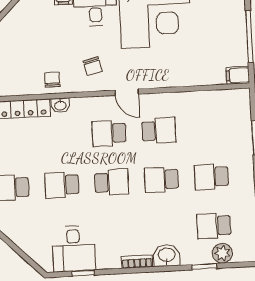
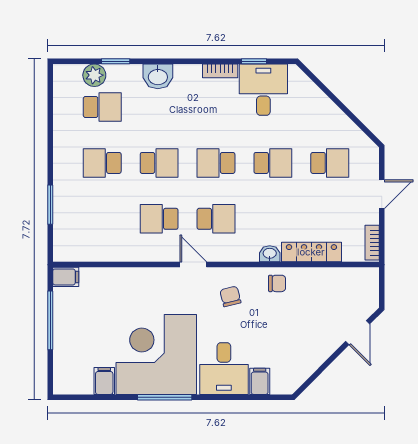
chair: (52, 80) -> (277, 283), turned -90
school desk: (211, 177) -> (102, 163), turned 180
bookcase: (137, 262) -> (220, 71), moved

